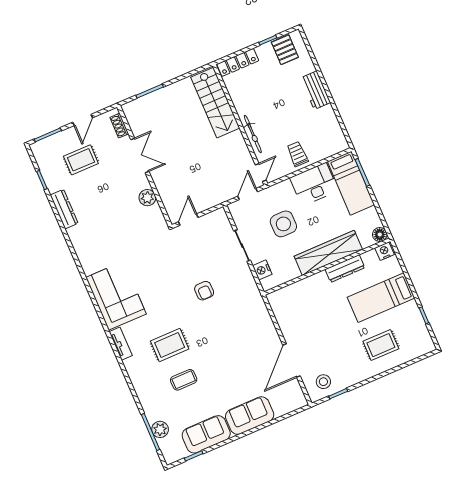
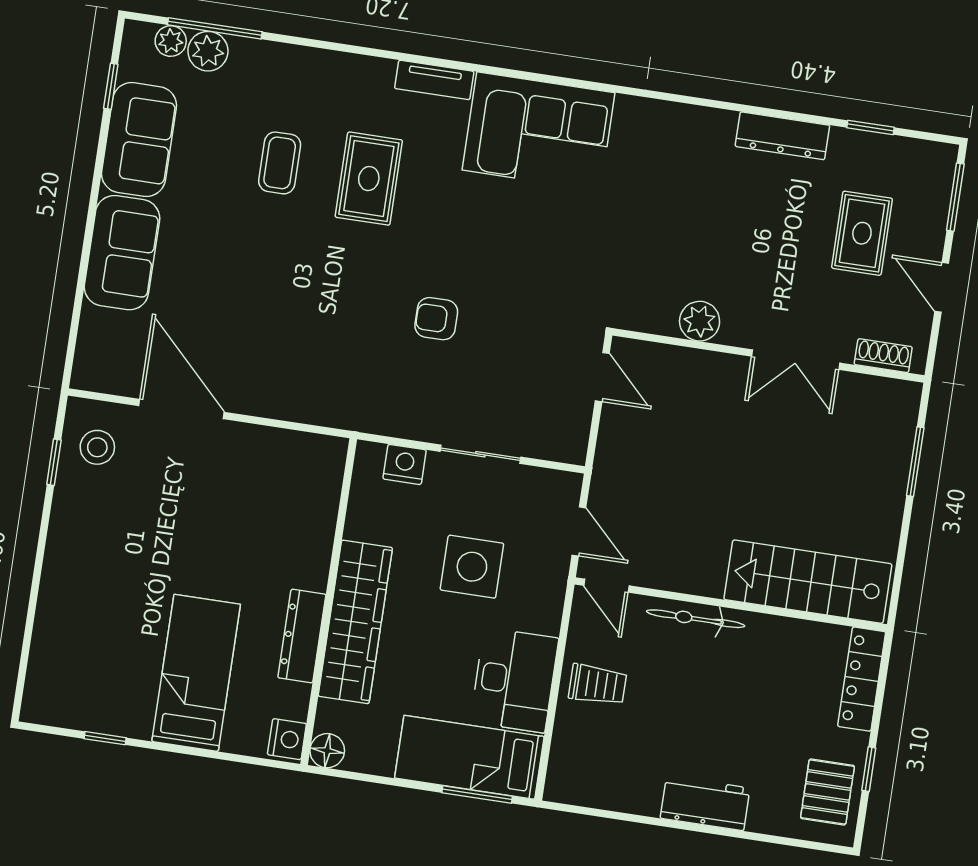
pallet: (285, 50) -> (827, 792), turned 90
rug: (381, 345) -> (99, 612), removed
plant: (165, 445) -> (171, 41), added

